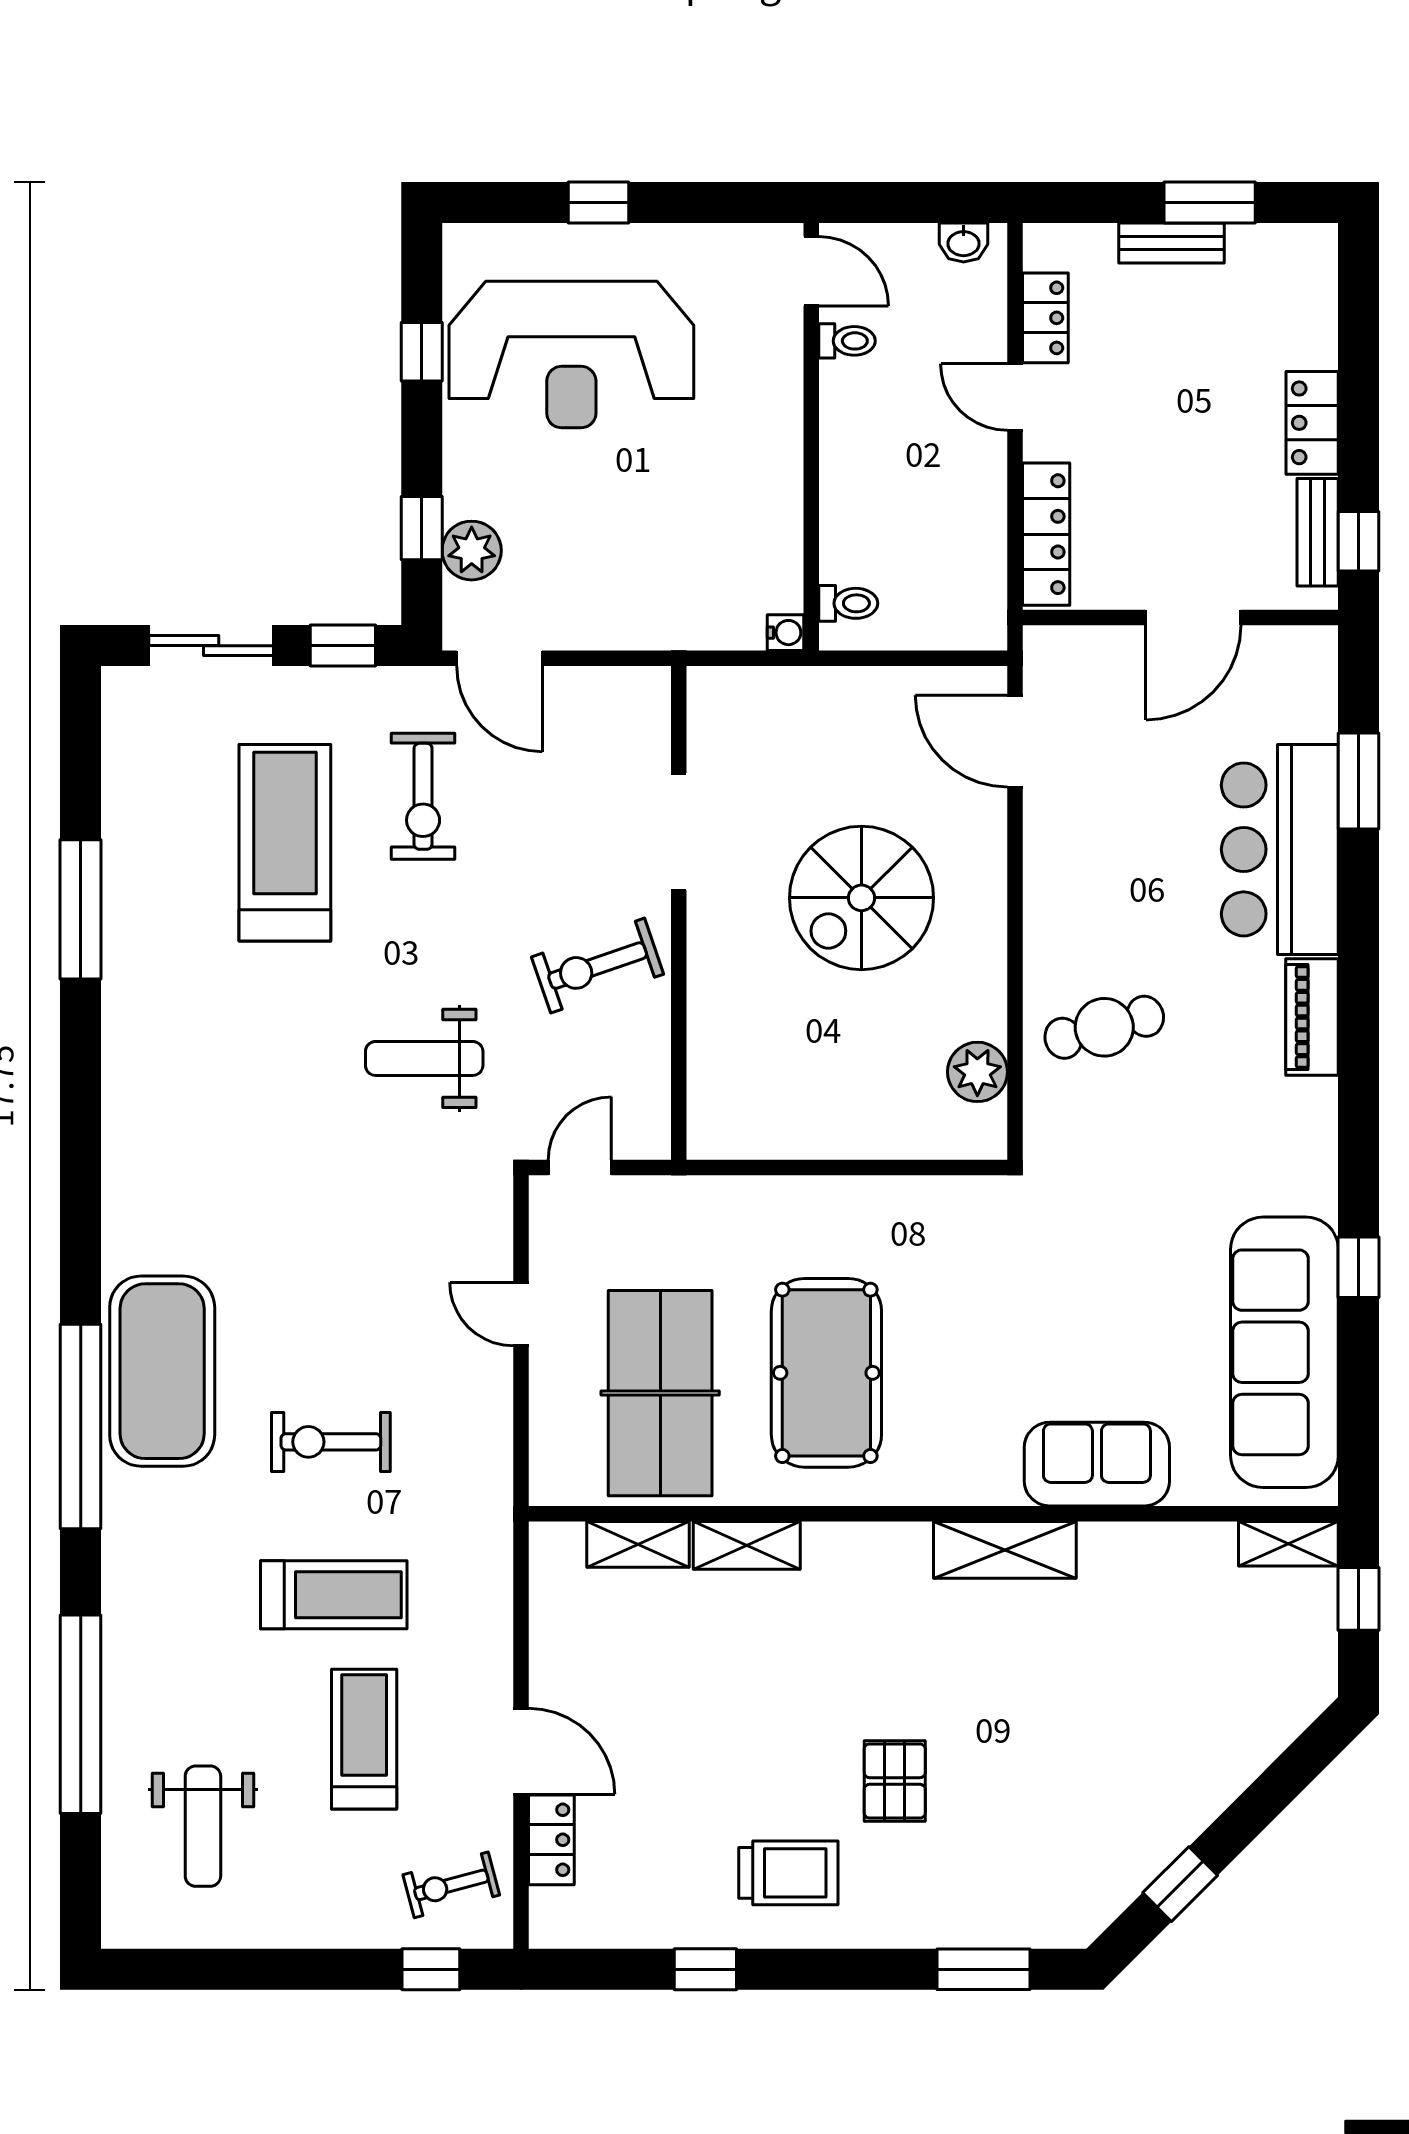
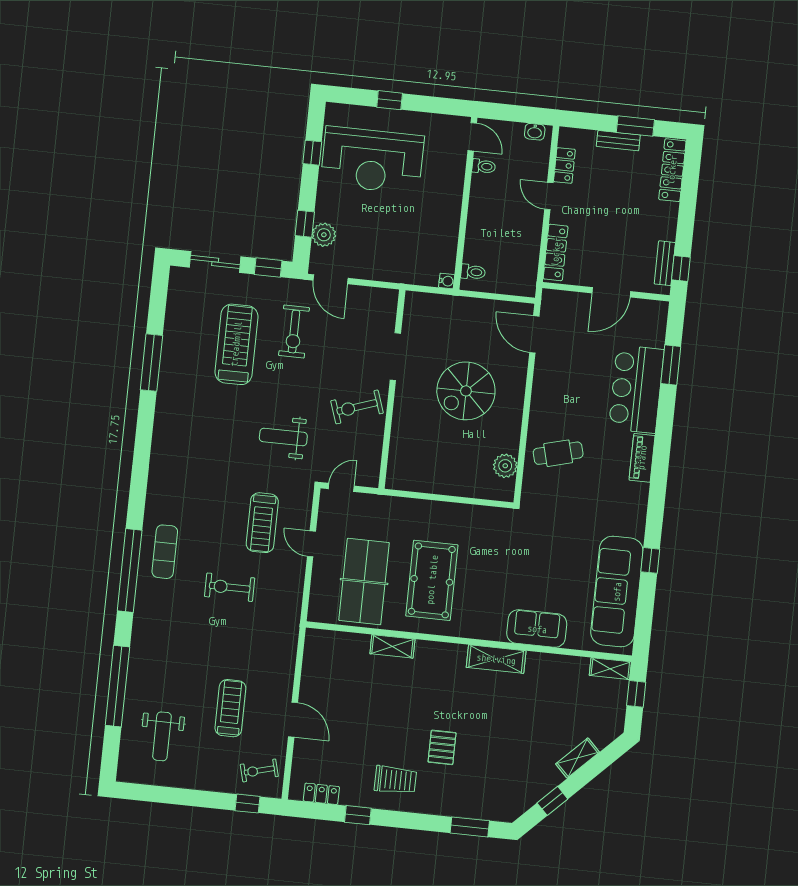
locker: (1312, 423) -> (672, 170), moved, width x1.53
exercise mat: (162, 1371) -> (165, 552), width x0.50, depth x0.69
shelving: (638, 1544) -> (578, 758), moved, turned -45
treadmill: (334, 1595) -> (262, 523), moved, turned 90
locker: (551, 1840) -> (321, 794), moved, turned -90

